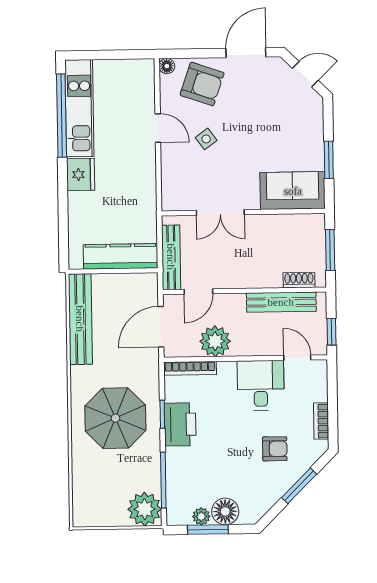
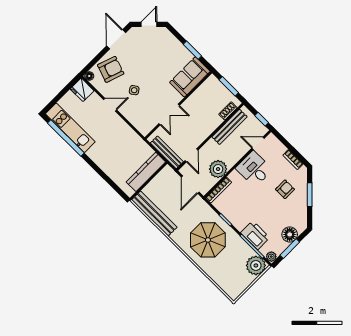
fridge: (81, 175) -> (82, 90), moved, turned 180
printer: (180, 424) -> (255, 235), moved
plant: (201, 516) -> (271, 257), moved

